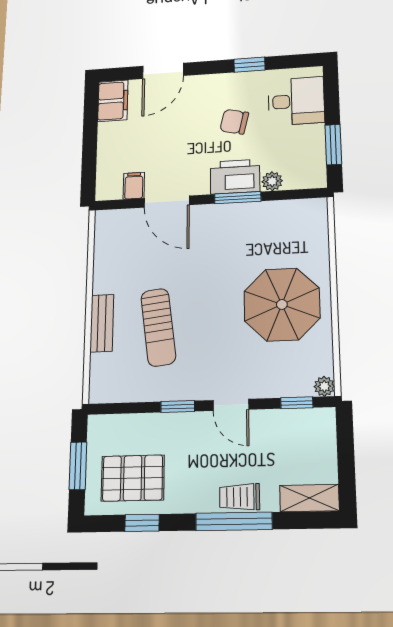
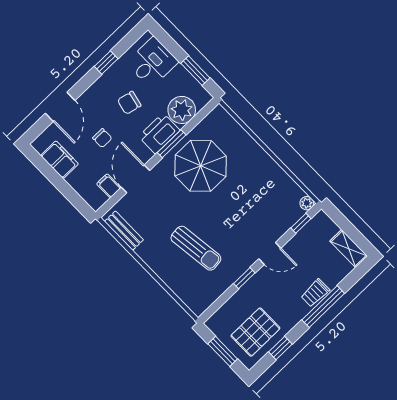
filing cabinet: (113, 101) -> (60, 160), moved
chair: (174, 134) -> (102, 138), added
plant: (272, 181) -> (182, 110), width x1.87, depth x1.87
door: (167, 202) -> (135, 179), swing flipped
parasol: (282, 304) -> (201, 166), moved
bench: (102, 323) -> (124, 231), moved
shelving: (309, 498) -> (349, 249), moved, turned 90

